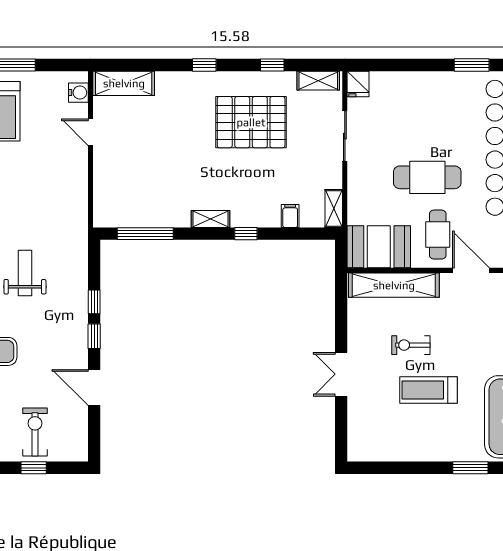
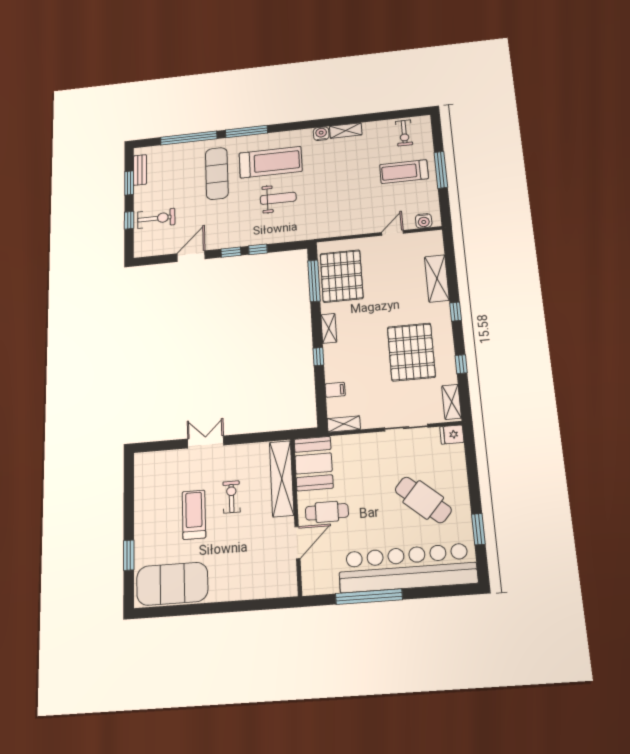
shelving: (124, 83) -> (437, 278), moved
cafe table: (427, 177) -> (423, 500), moved, turned -49
pallet: (142, 199) -> (342, 276), added

